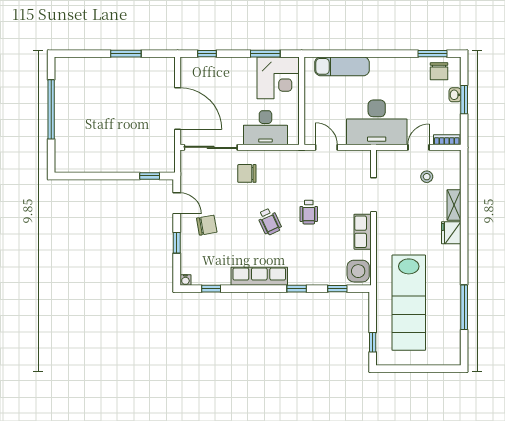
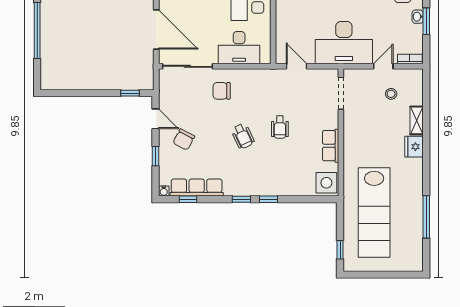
doorway: (373, 195) -> (341, 93), moved
chair: (207, 225) -> (184, 140), turned 128
row of seats: (259, 276) -> (197, 188), moved
window: (337, 289) -> (241, 199), moved

